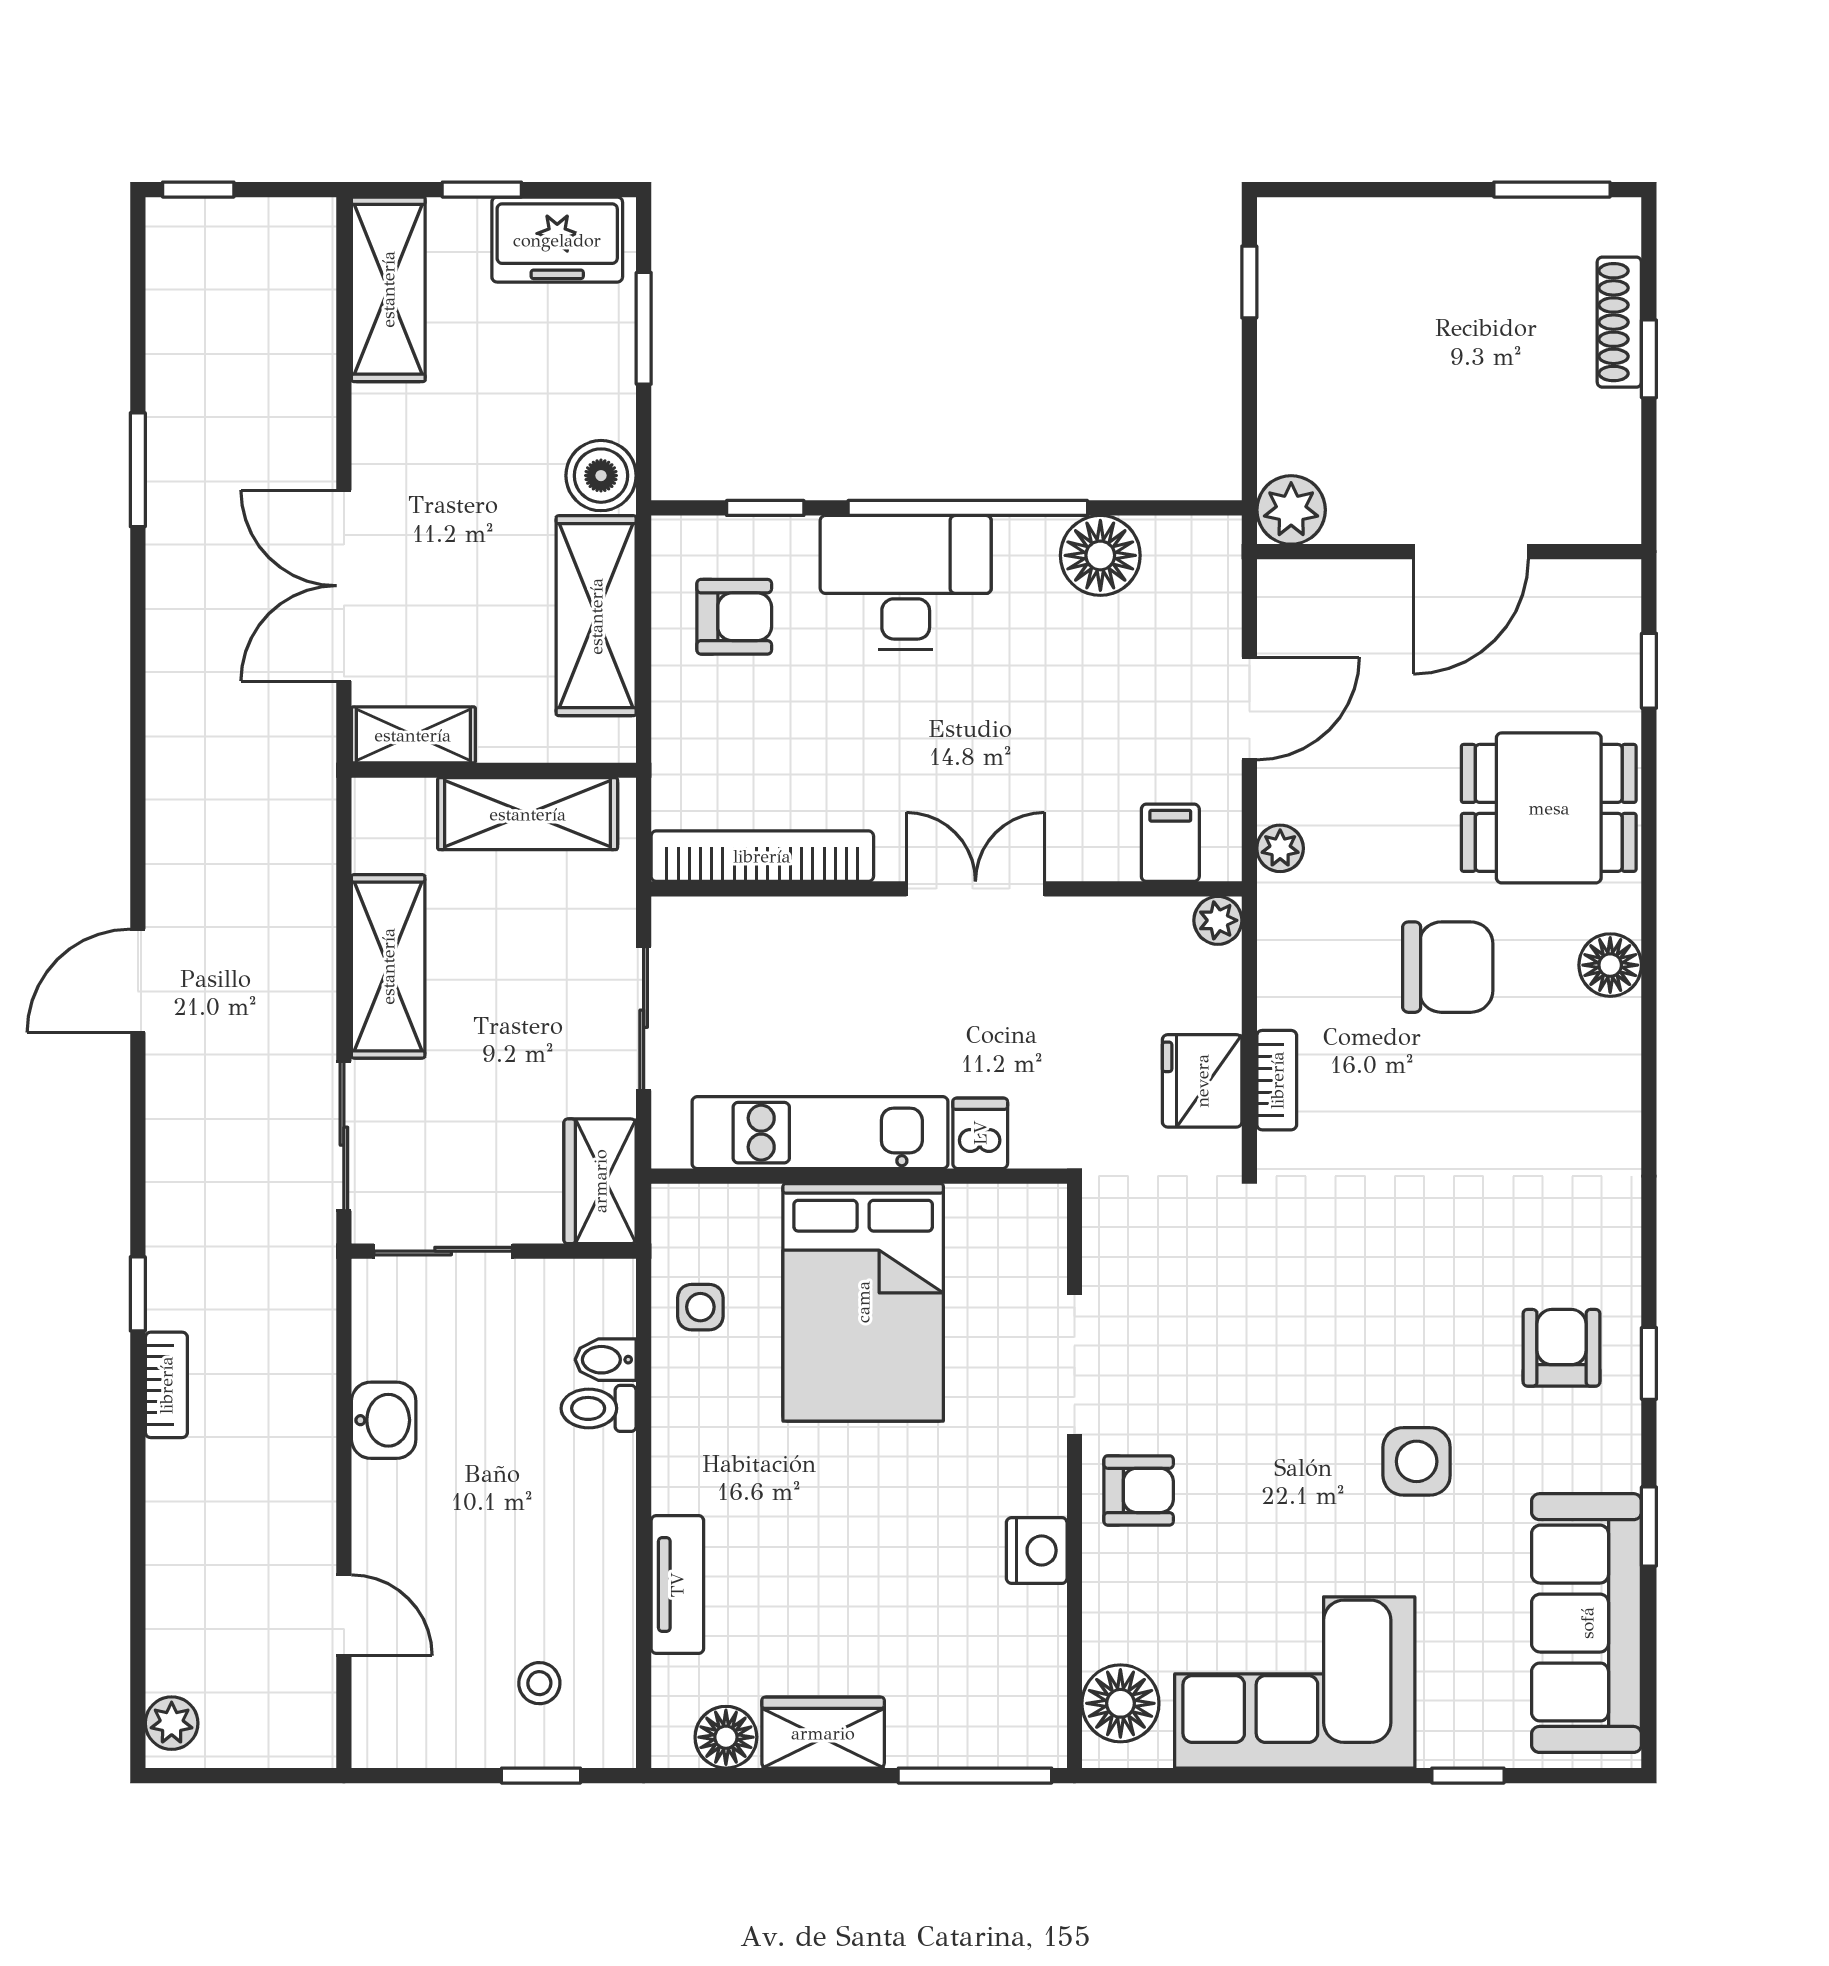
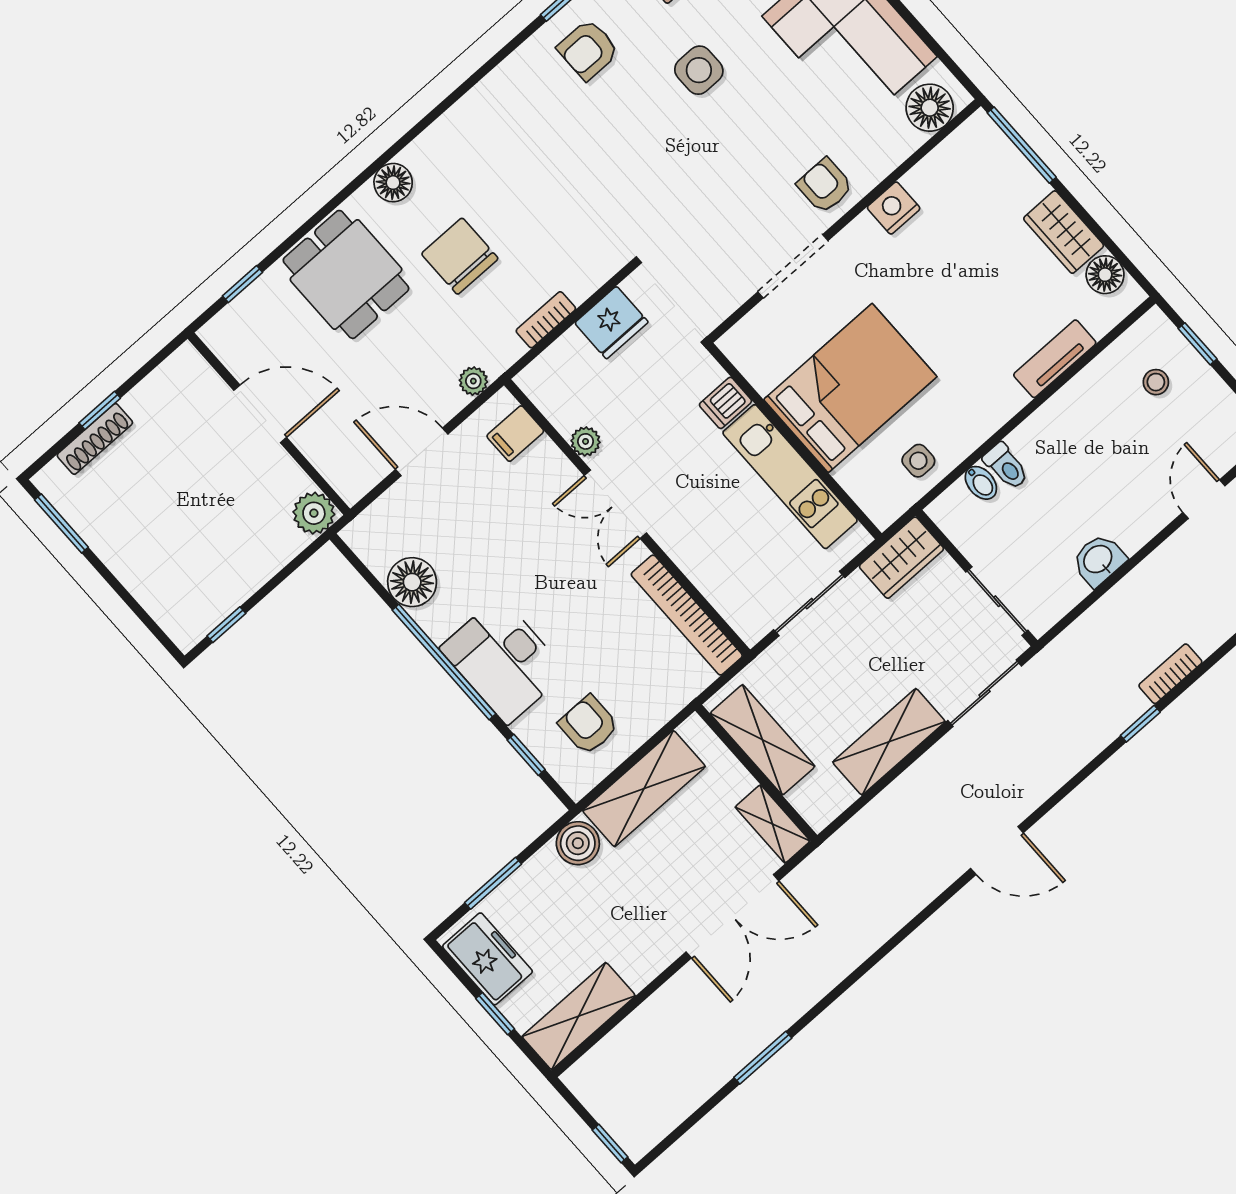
plant: (1218, 920) -> (586, 441), moved
bookcase: (1277, 1080) -> (546, 320), moved

